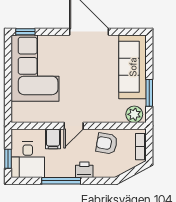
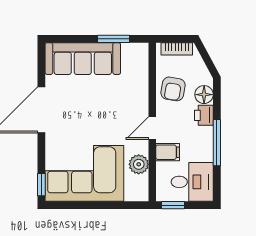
plant: (134, 114) -> (139, 164), moved
door: (74, 126) -> (152, 128), swing flipped
window: (8, 159) -> (173, 205), moved
floor lamp: (102, 170) -> (204, 95), added

